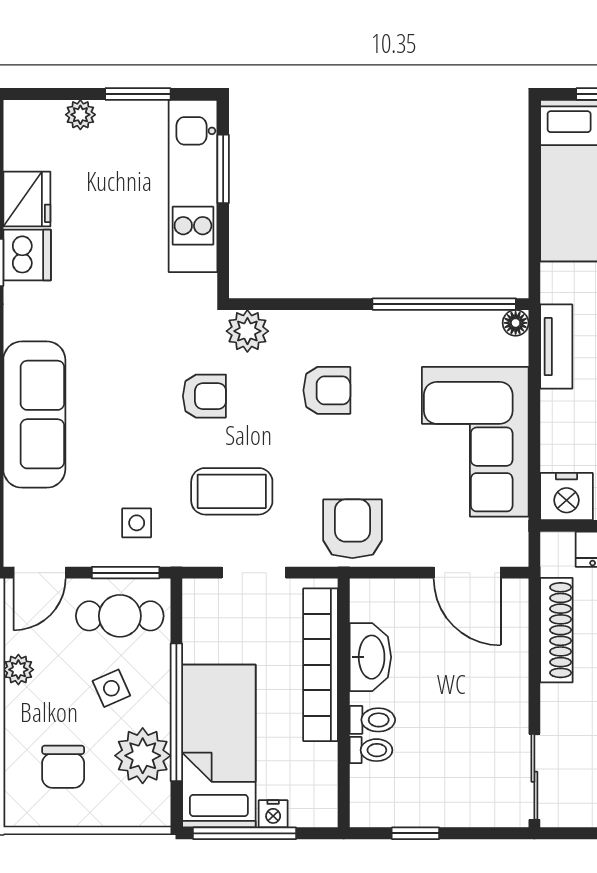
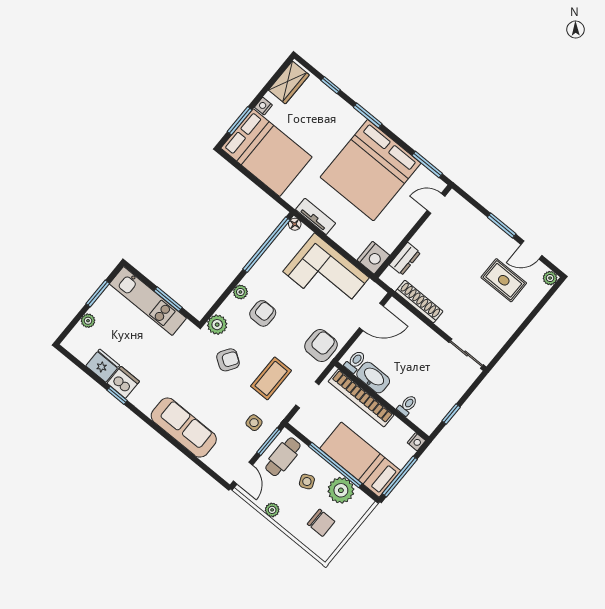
window: (223, 169) -> (168, 299), moved
plant: (332, 325) -> (240, 292), added
armchair: (204, 396) -> (228, 360), turned 34
armchair: (352, 529) -> (321, 346), turned 90
toilet: (372, 720) -> (355, 361), moved
nightstand: (273, 814) -> (416, 442), moved

